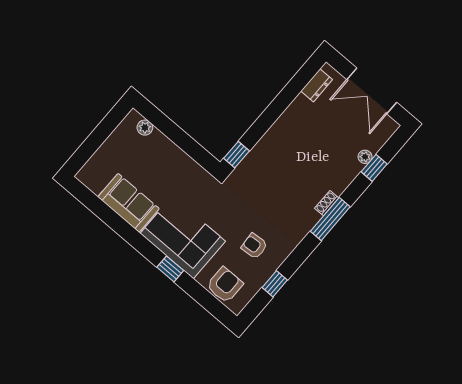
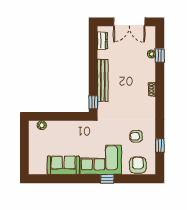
bench: (273, 137) -> (103, 80), added
window: (330, 219) -> (160, 95), removed

